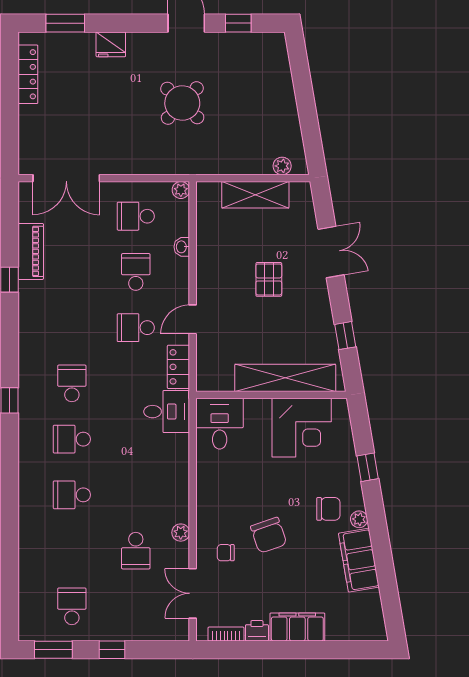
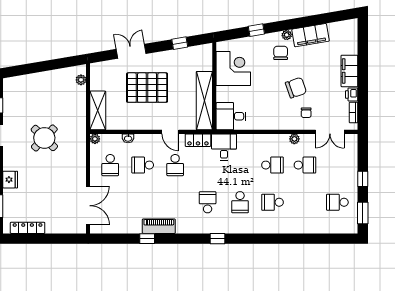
shelving: (255, 195) -> (98, 110), moved
piano: (31, 251) -> (159, 226), moved
pallet: (269, 279) -> (147, 88), width x2.05, depth x2.00
shelving: (285, 378) -> (204, 101), moved
school desk: (72, 383) -> (208, 202), turned 90
school desk: (72, 495) -> (272, 202), turned 90
school desk: (136, 495) -> (272, 165), added

